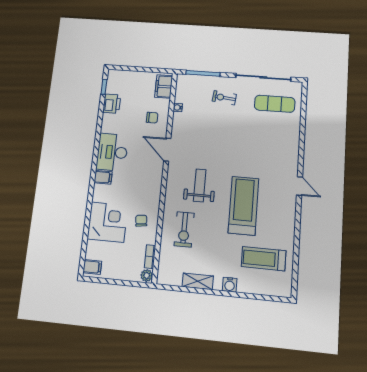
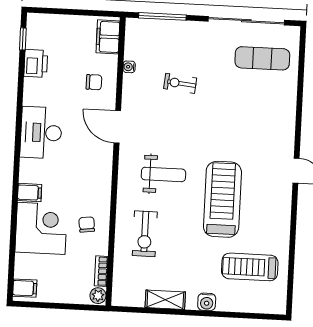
exercise bike: (224, 98) -> (180, 83), moved
filing cabinet: (103, 177) -> (30, 193), moved
weight bench: (200, 185) -> (163, 174), turned 90

